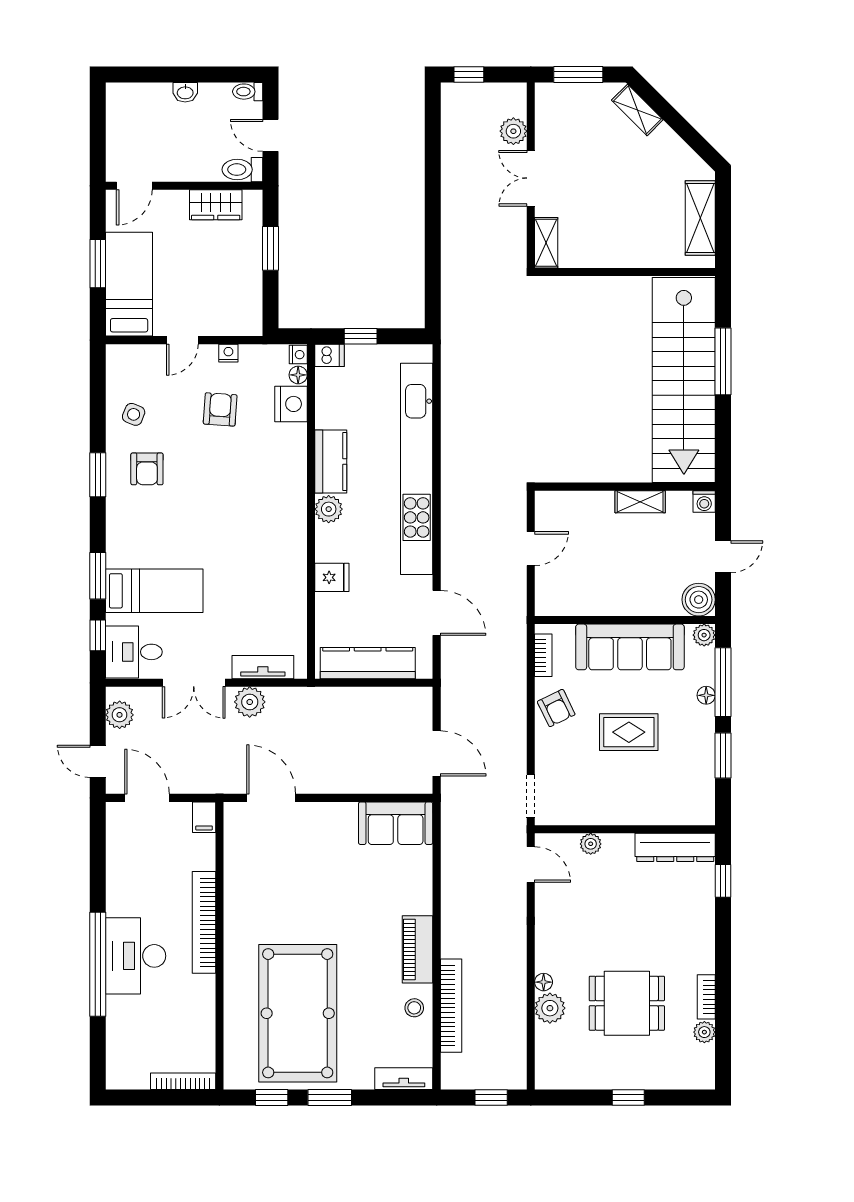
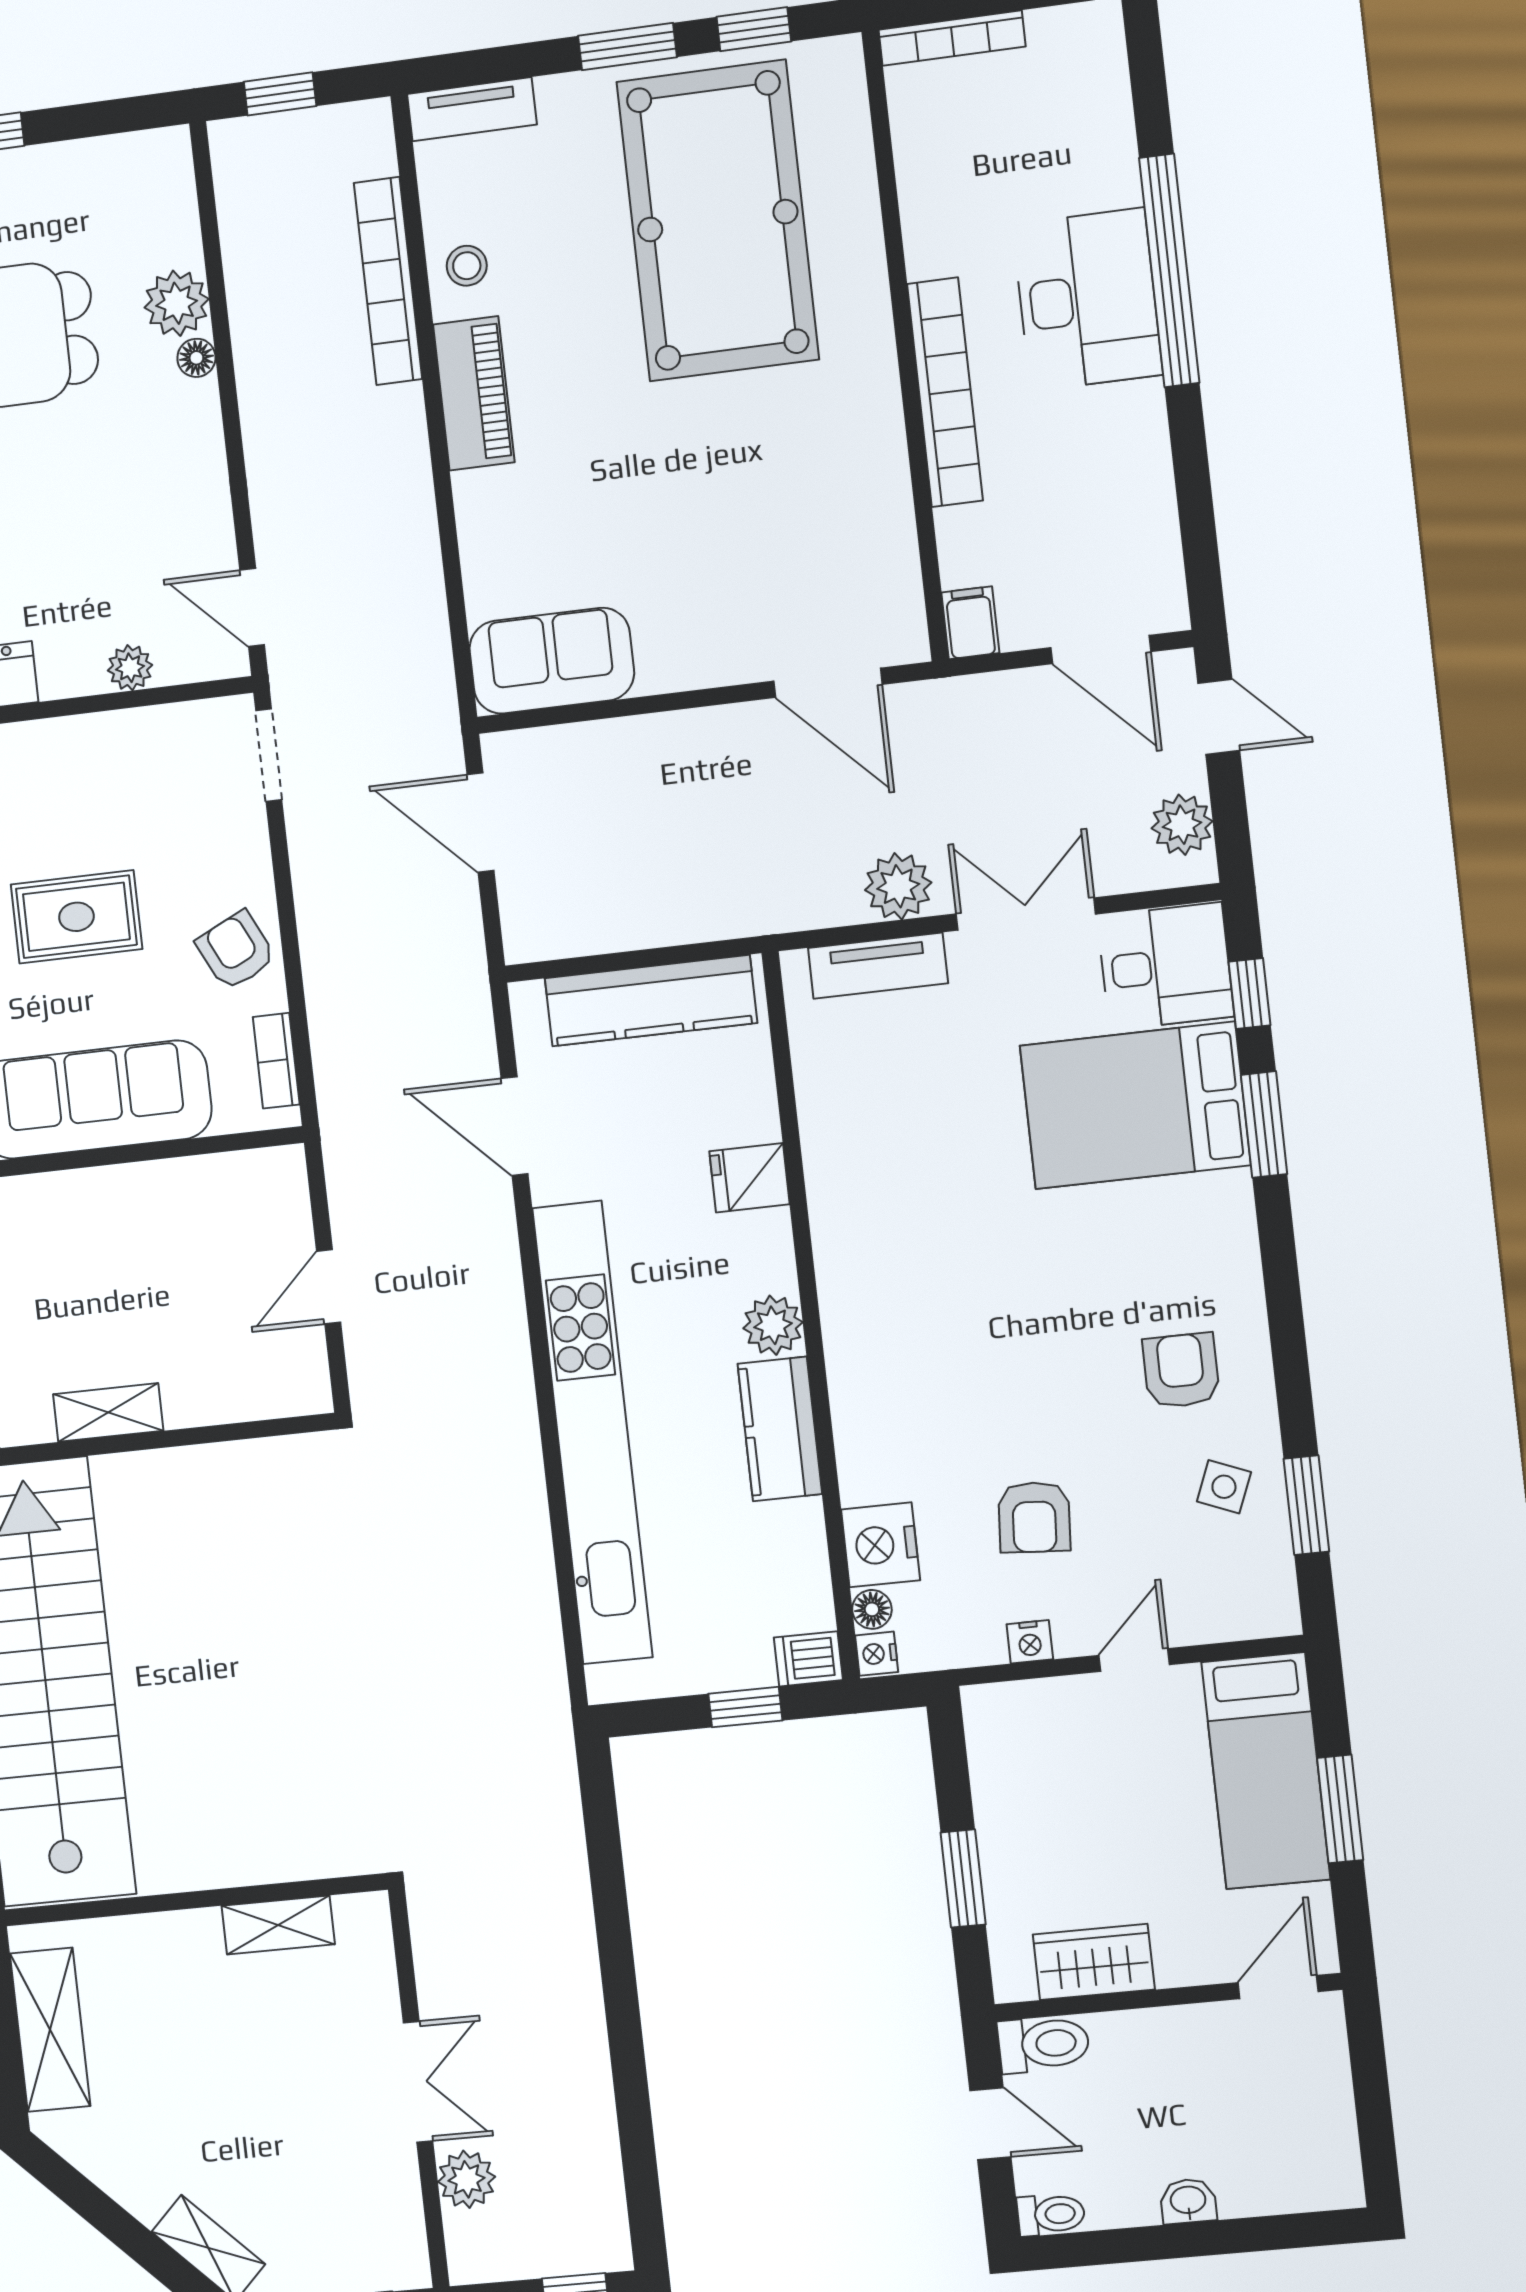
shelving: (546, 243) -> (278, 1925), moved, turned 90
window: (98, 475) -> (1306, 1505), moved
bed: (154, 591) -> (1135, 1105), width x1.50

